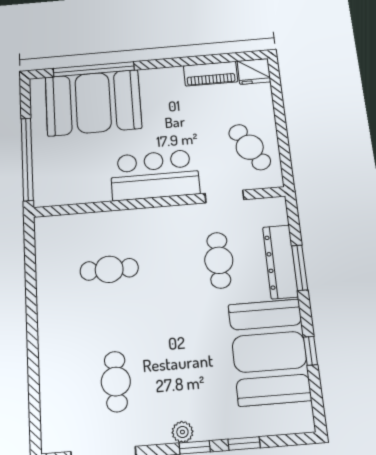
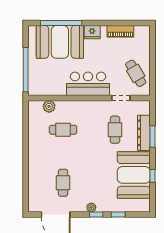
fridge: (254, 71) -> (92, 32), moved
plant: (78, 225) -> (49, 106), added

